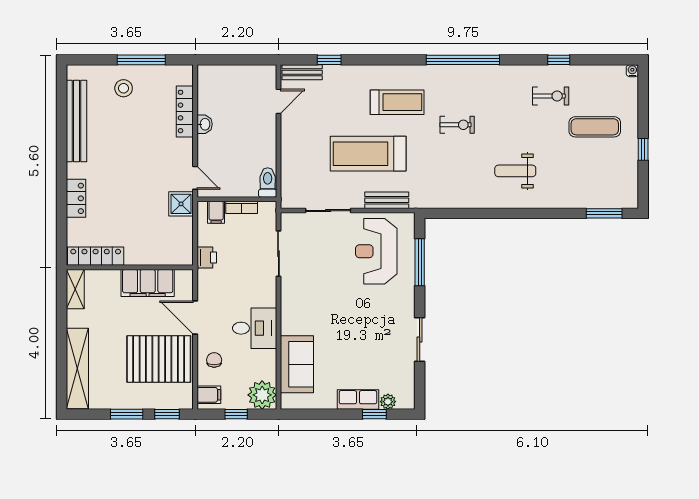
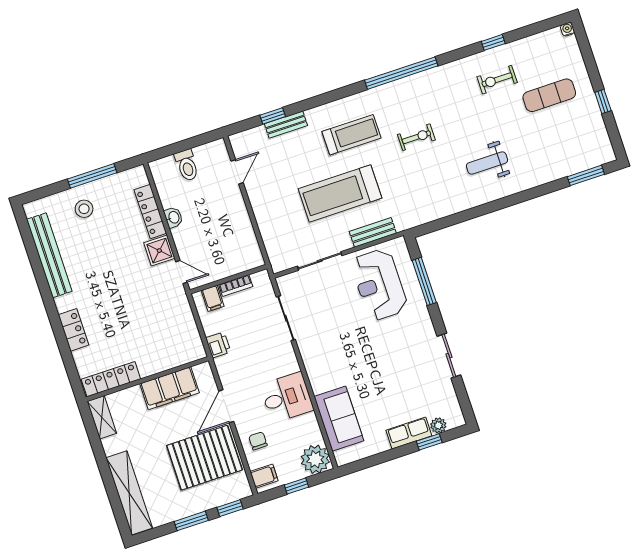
bench: (302, 72) -> (286, 125), moved
exercise bike: (551, 96) -> (497, 80), turned 180
toilet: (268, 182) -> (187, 165), moved, turned 180
shower: (181, 204) -> (159, 251), moved
door: (195, 318) -> (226, 406), hinge flipped

